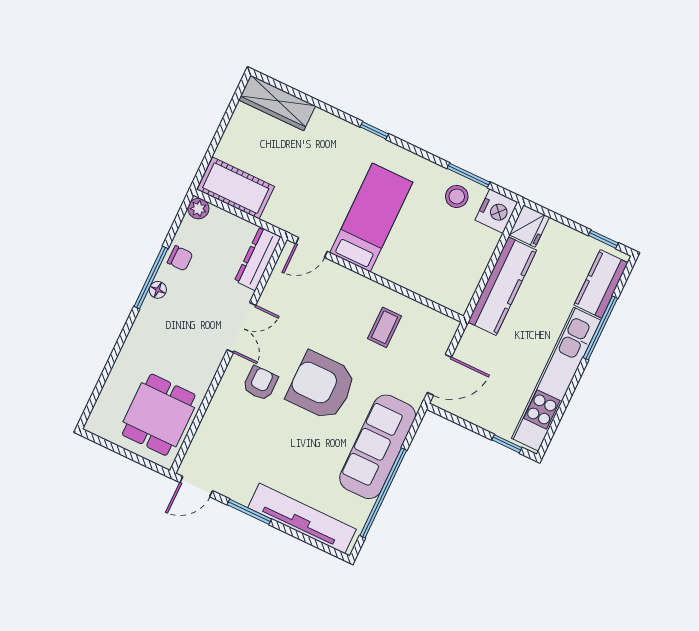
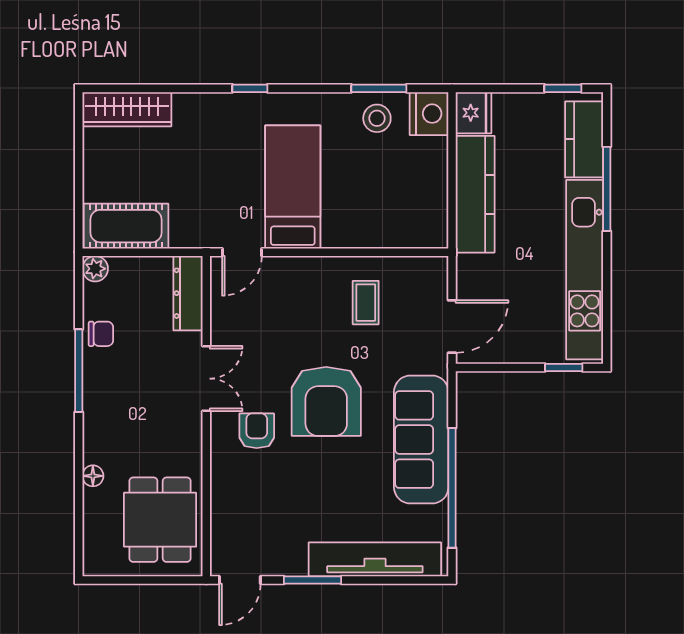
floor lamp: (158, 290) -> (93, 476), moved
armchair: (321, 386) -> (326, 401), turned -90

